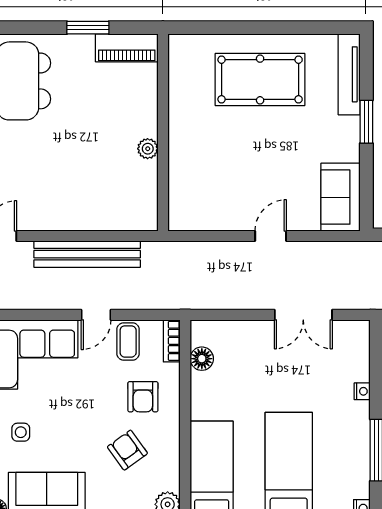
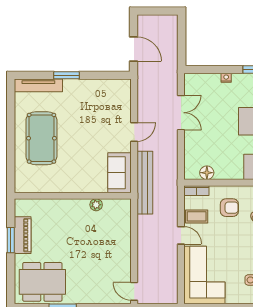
piano: (127, 48) -> (23, 235), moved
plant: (148, 149) -> (96, 205), moved
sofa: (341, 197) -> (120, 173), moved, turned 90
door: (271, 236) -> (134, 132), swing flipped
bench: (87, 254) -> (145, 183), moved

